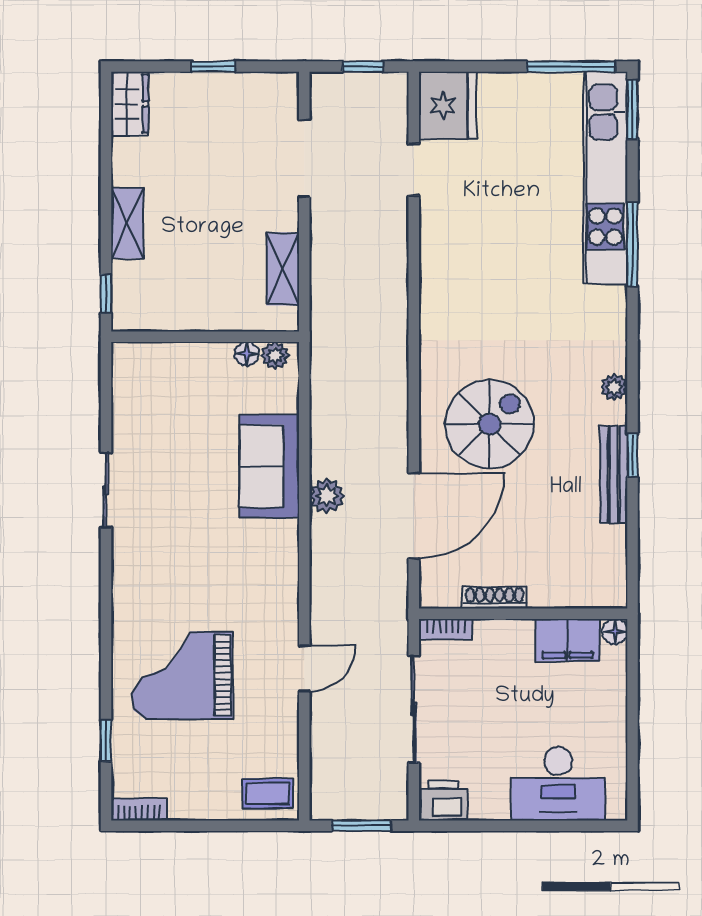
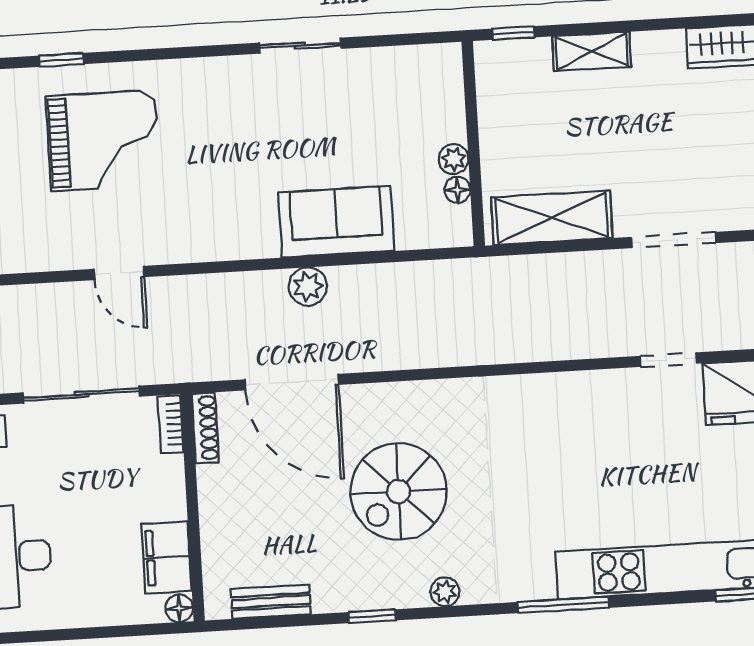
window: (633, 244) -> (563, 605), moved
shelving: (283, 269) -> (552, 218), width x1.50, depth x1.33
plant: (275, 355) -> (454, 159), moved
spiral stairs: (489, 424) -> (398, 492), moved, turned 90
bench: (614, 474) -> (271, 602), moved, width x0.73
shoe rack: (495, 598) -> (205, 428), moved
grand piano: (182, 675) -> (103, 141), turned 90
window: (106, 741) -> (61, 60), moved

